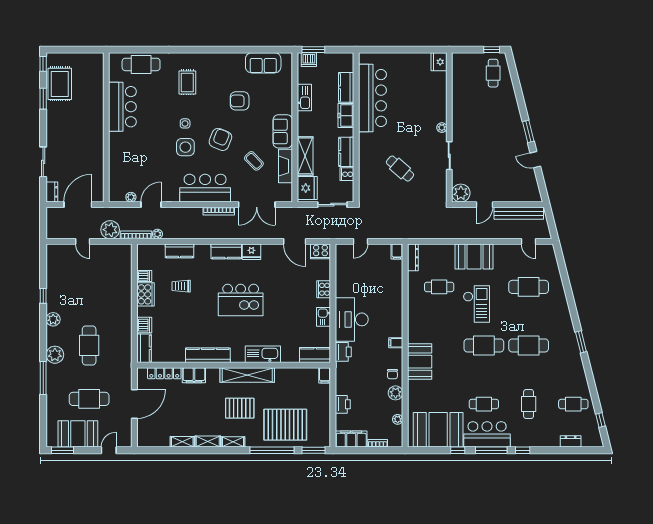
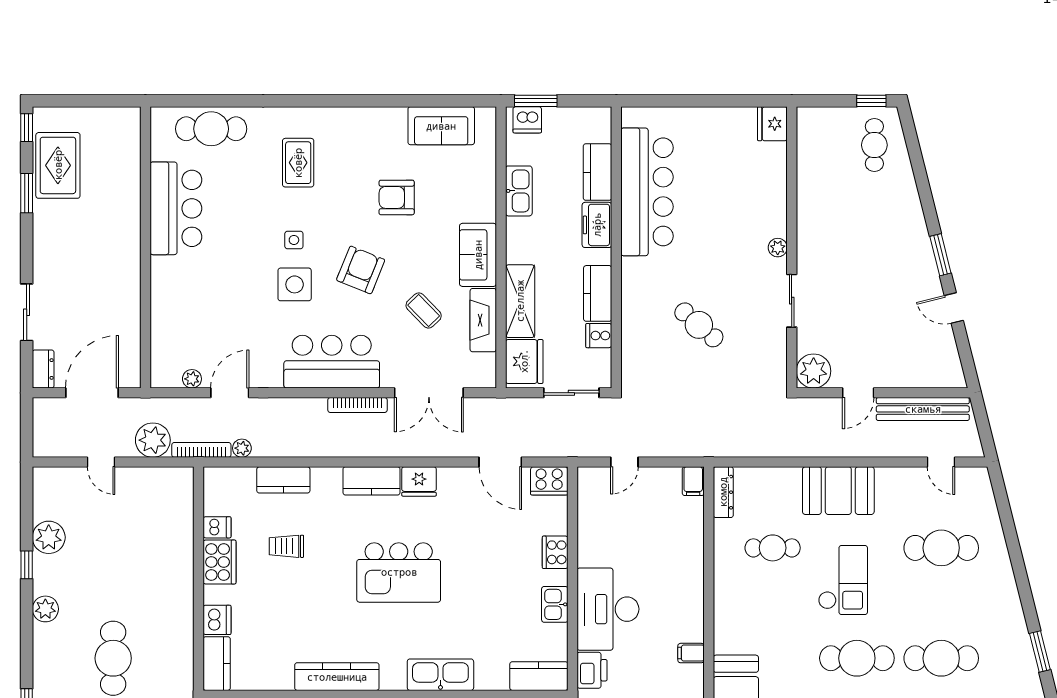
plant: (55, 355) -> (49, 537), moved

